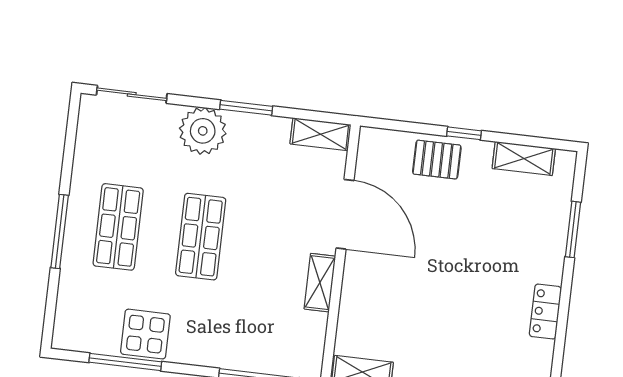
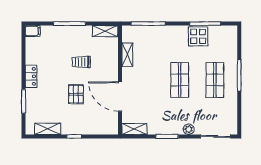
plant: (203, 131) -> (189, 129), width x0.53, depth x0.53
pallet: (437, 160) -> (76, 94), moved, turned 90
shelving: (320, 283) -> (127, 55), moved
trolley: (427, 306) -> (81, 62), added
locker: (545, 312) -> (31, 76), moved

